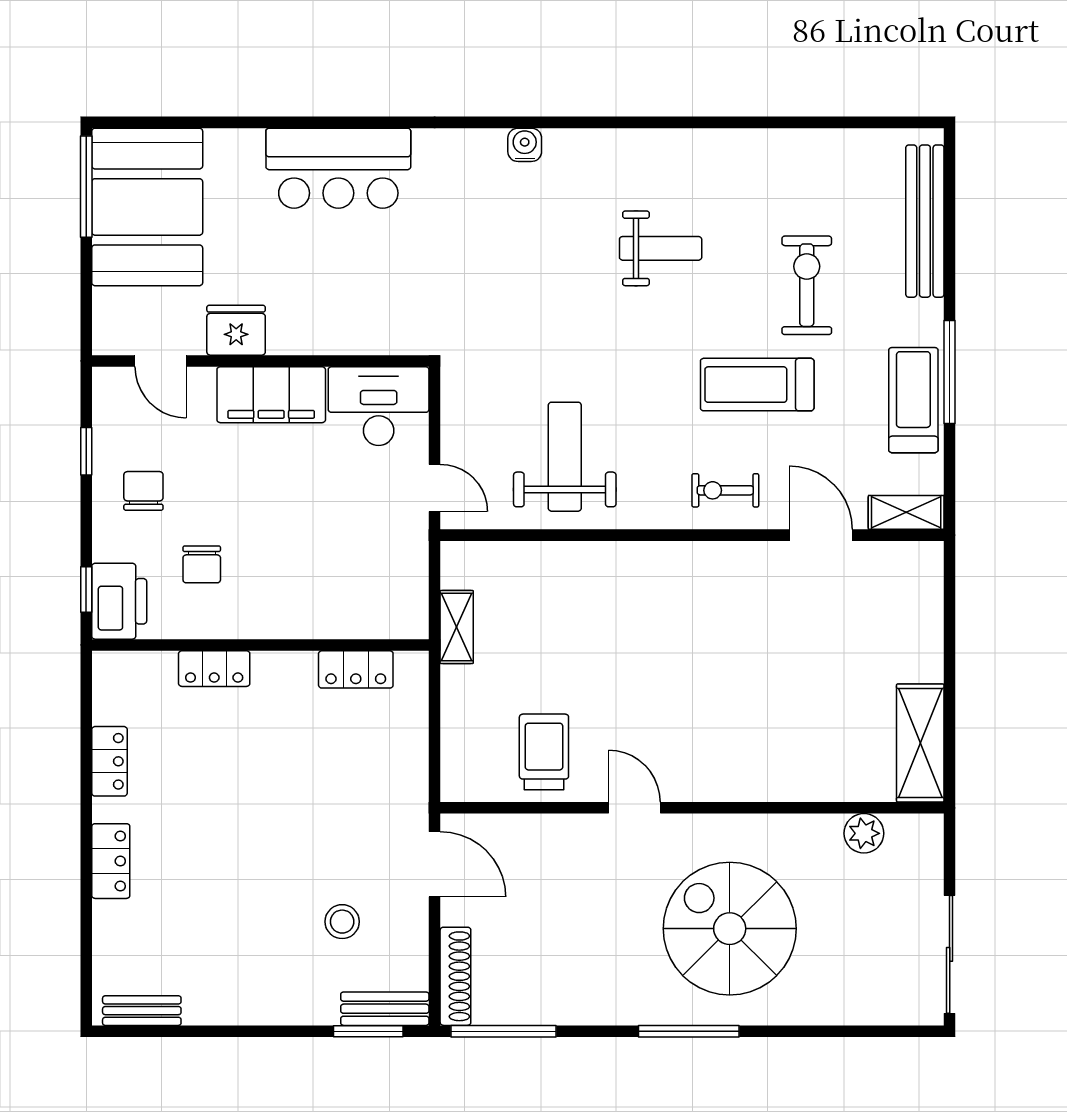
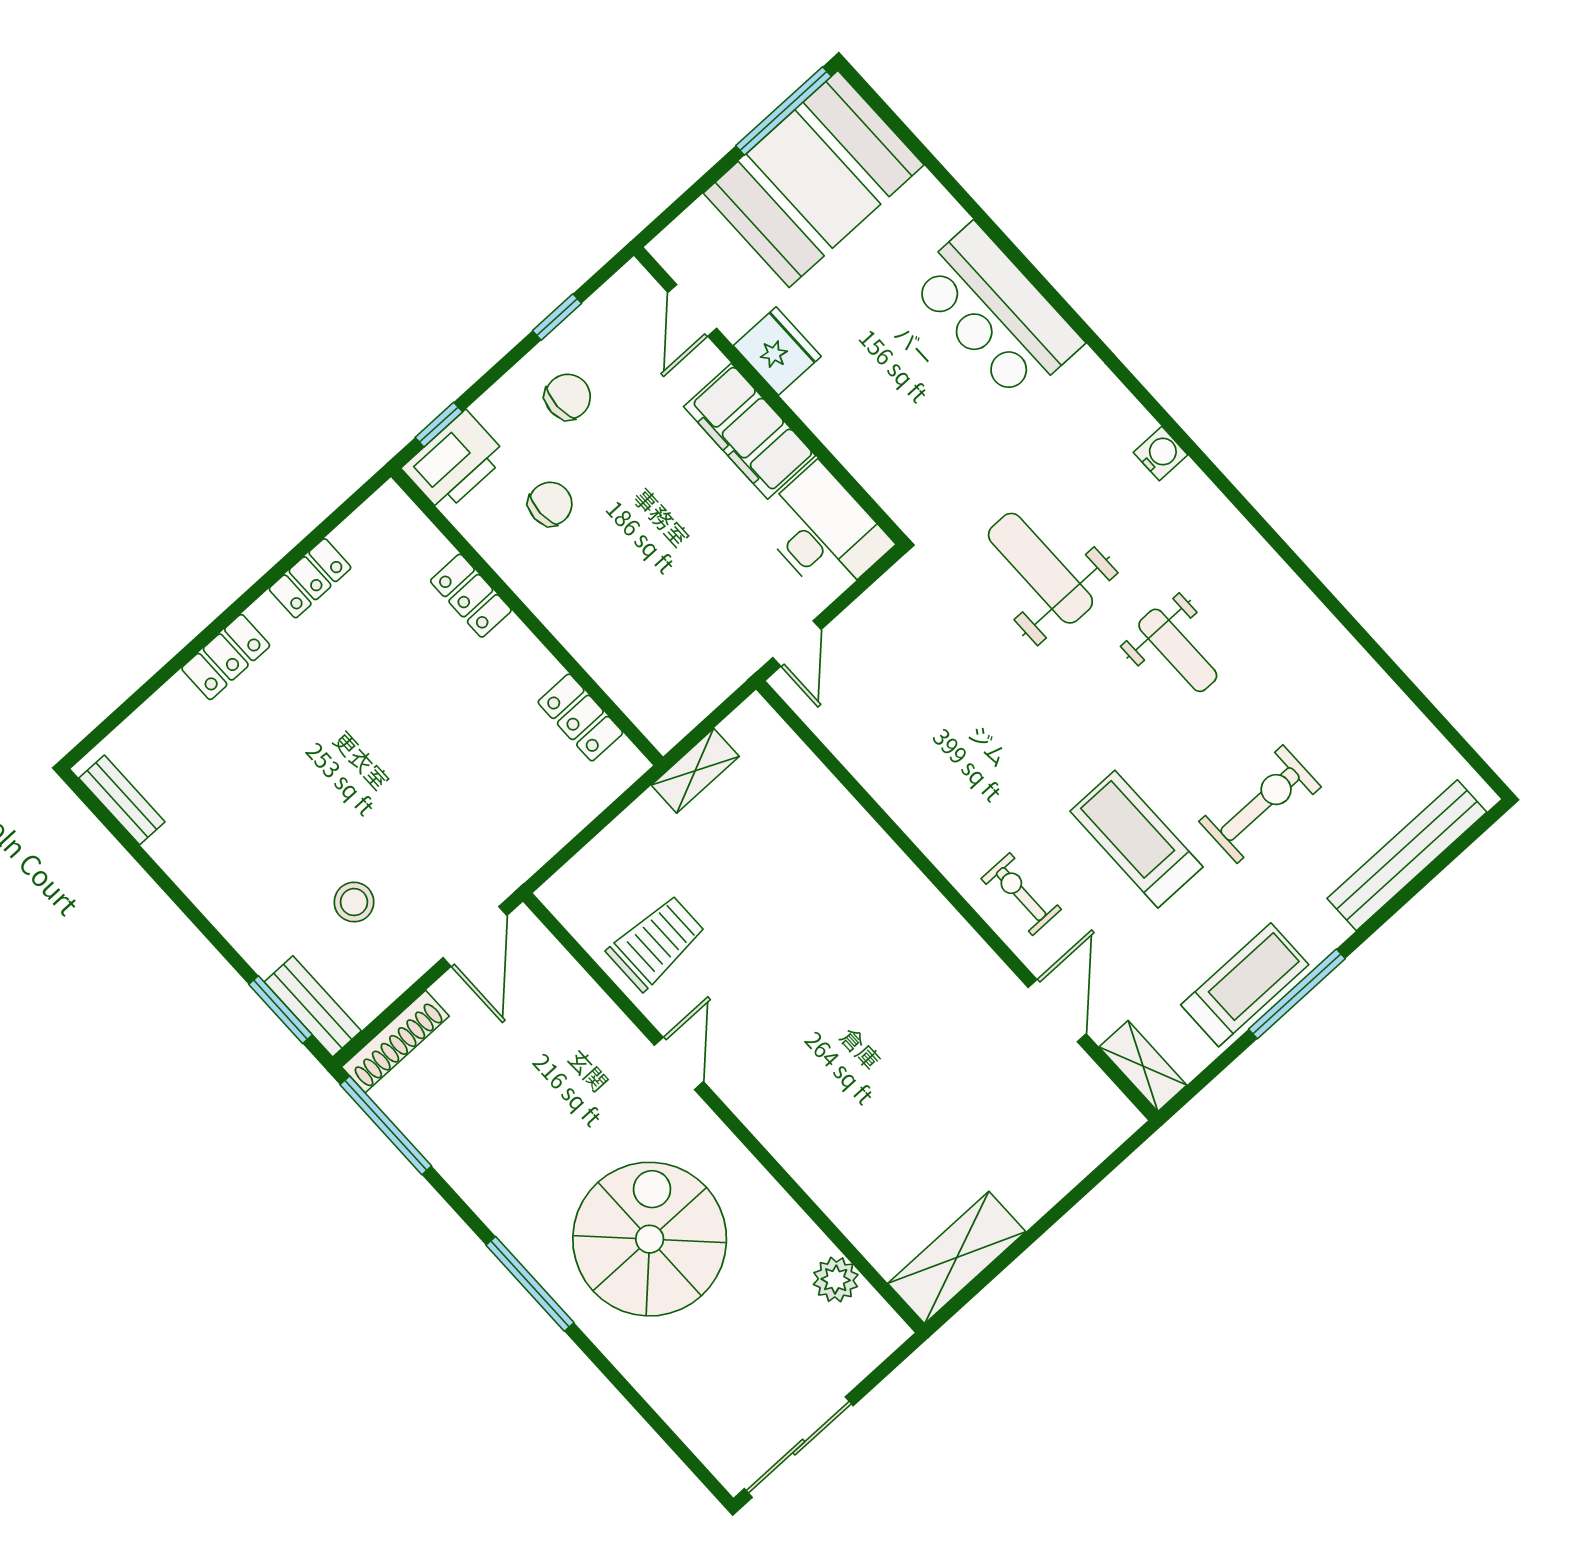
weight bench: (565, 457) -> (1040, 568), moved, turned -90
chair: (202, 564) -> (550, 504), turned 180

